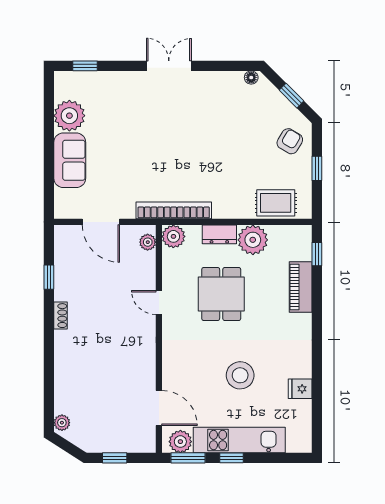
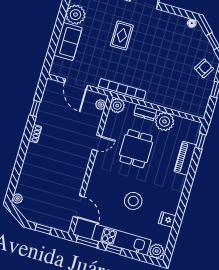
rug: (276, 203) -> (122, 35), moved, turned 90
door: (159, 302) -> (97, 143), swing flipped
plant: (180, 442) -> (157, 251), moved

